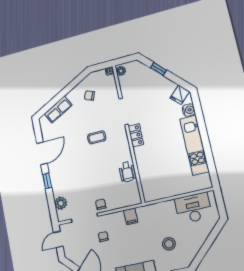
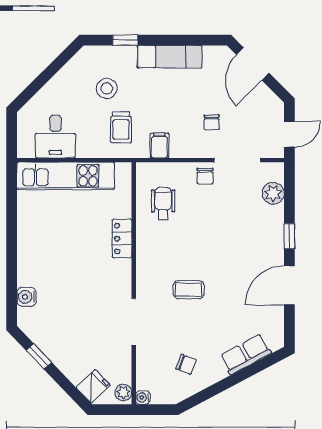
window: (159, 69) -> (39, 356), moved
fridge: (180, 95) -> (93, 386), moved
locker: (136, 135) -> (122, 239), moved
kitchen unit: (194, 145) -> (66, 176), moved, turned 90
wheelchair: (127, 172) -> (163, 203), moved
desk: (193, 208) -> (55, 137), width x0.73
trolley: (155, 222) -> (121, 127), added

